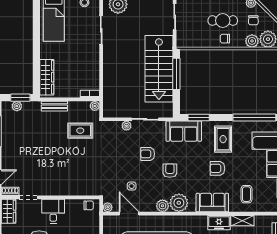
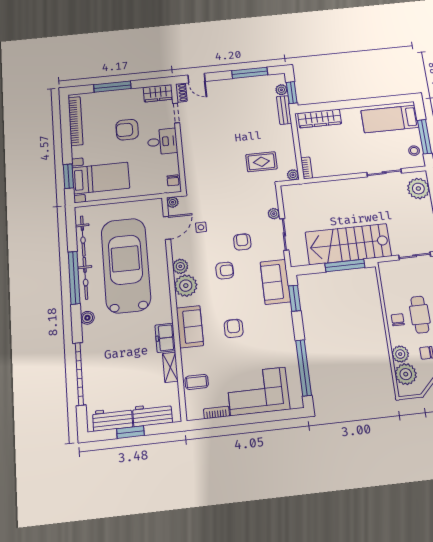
bench: (54, 106) -> (284, 110), moved
rug: (80, 131) -> (261, 162), turned 90
rug: (223, 139) -> (271, 331), removed
coffee table: (246, 194) -> (197, 382), moved

